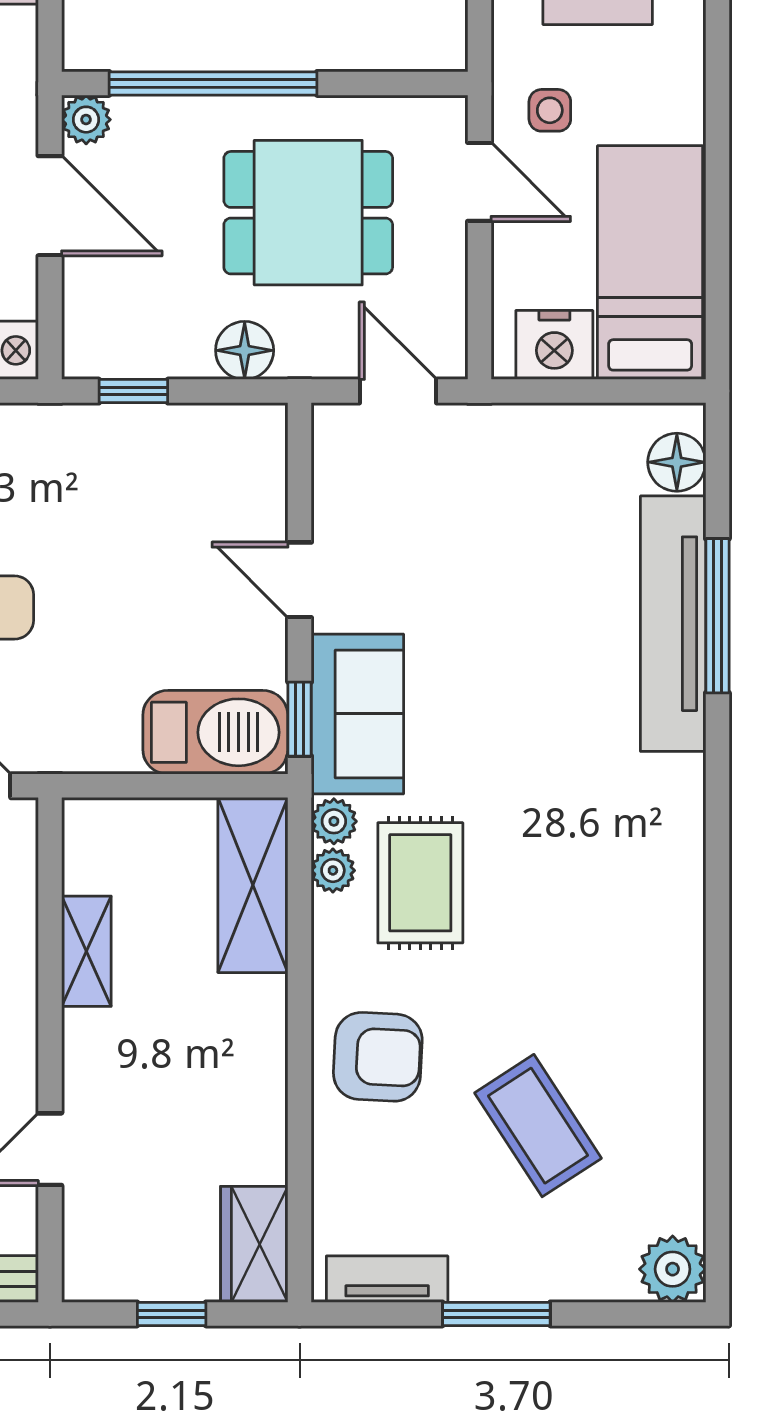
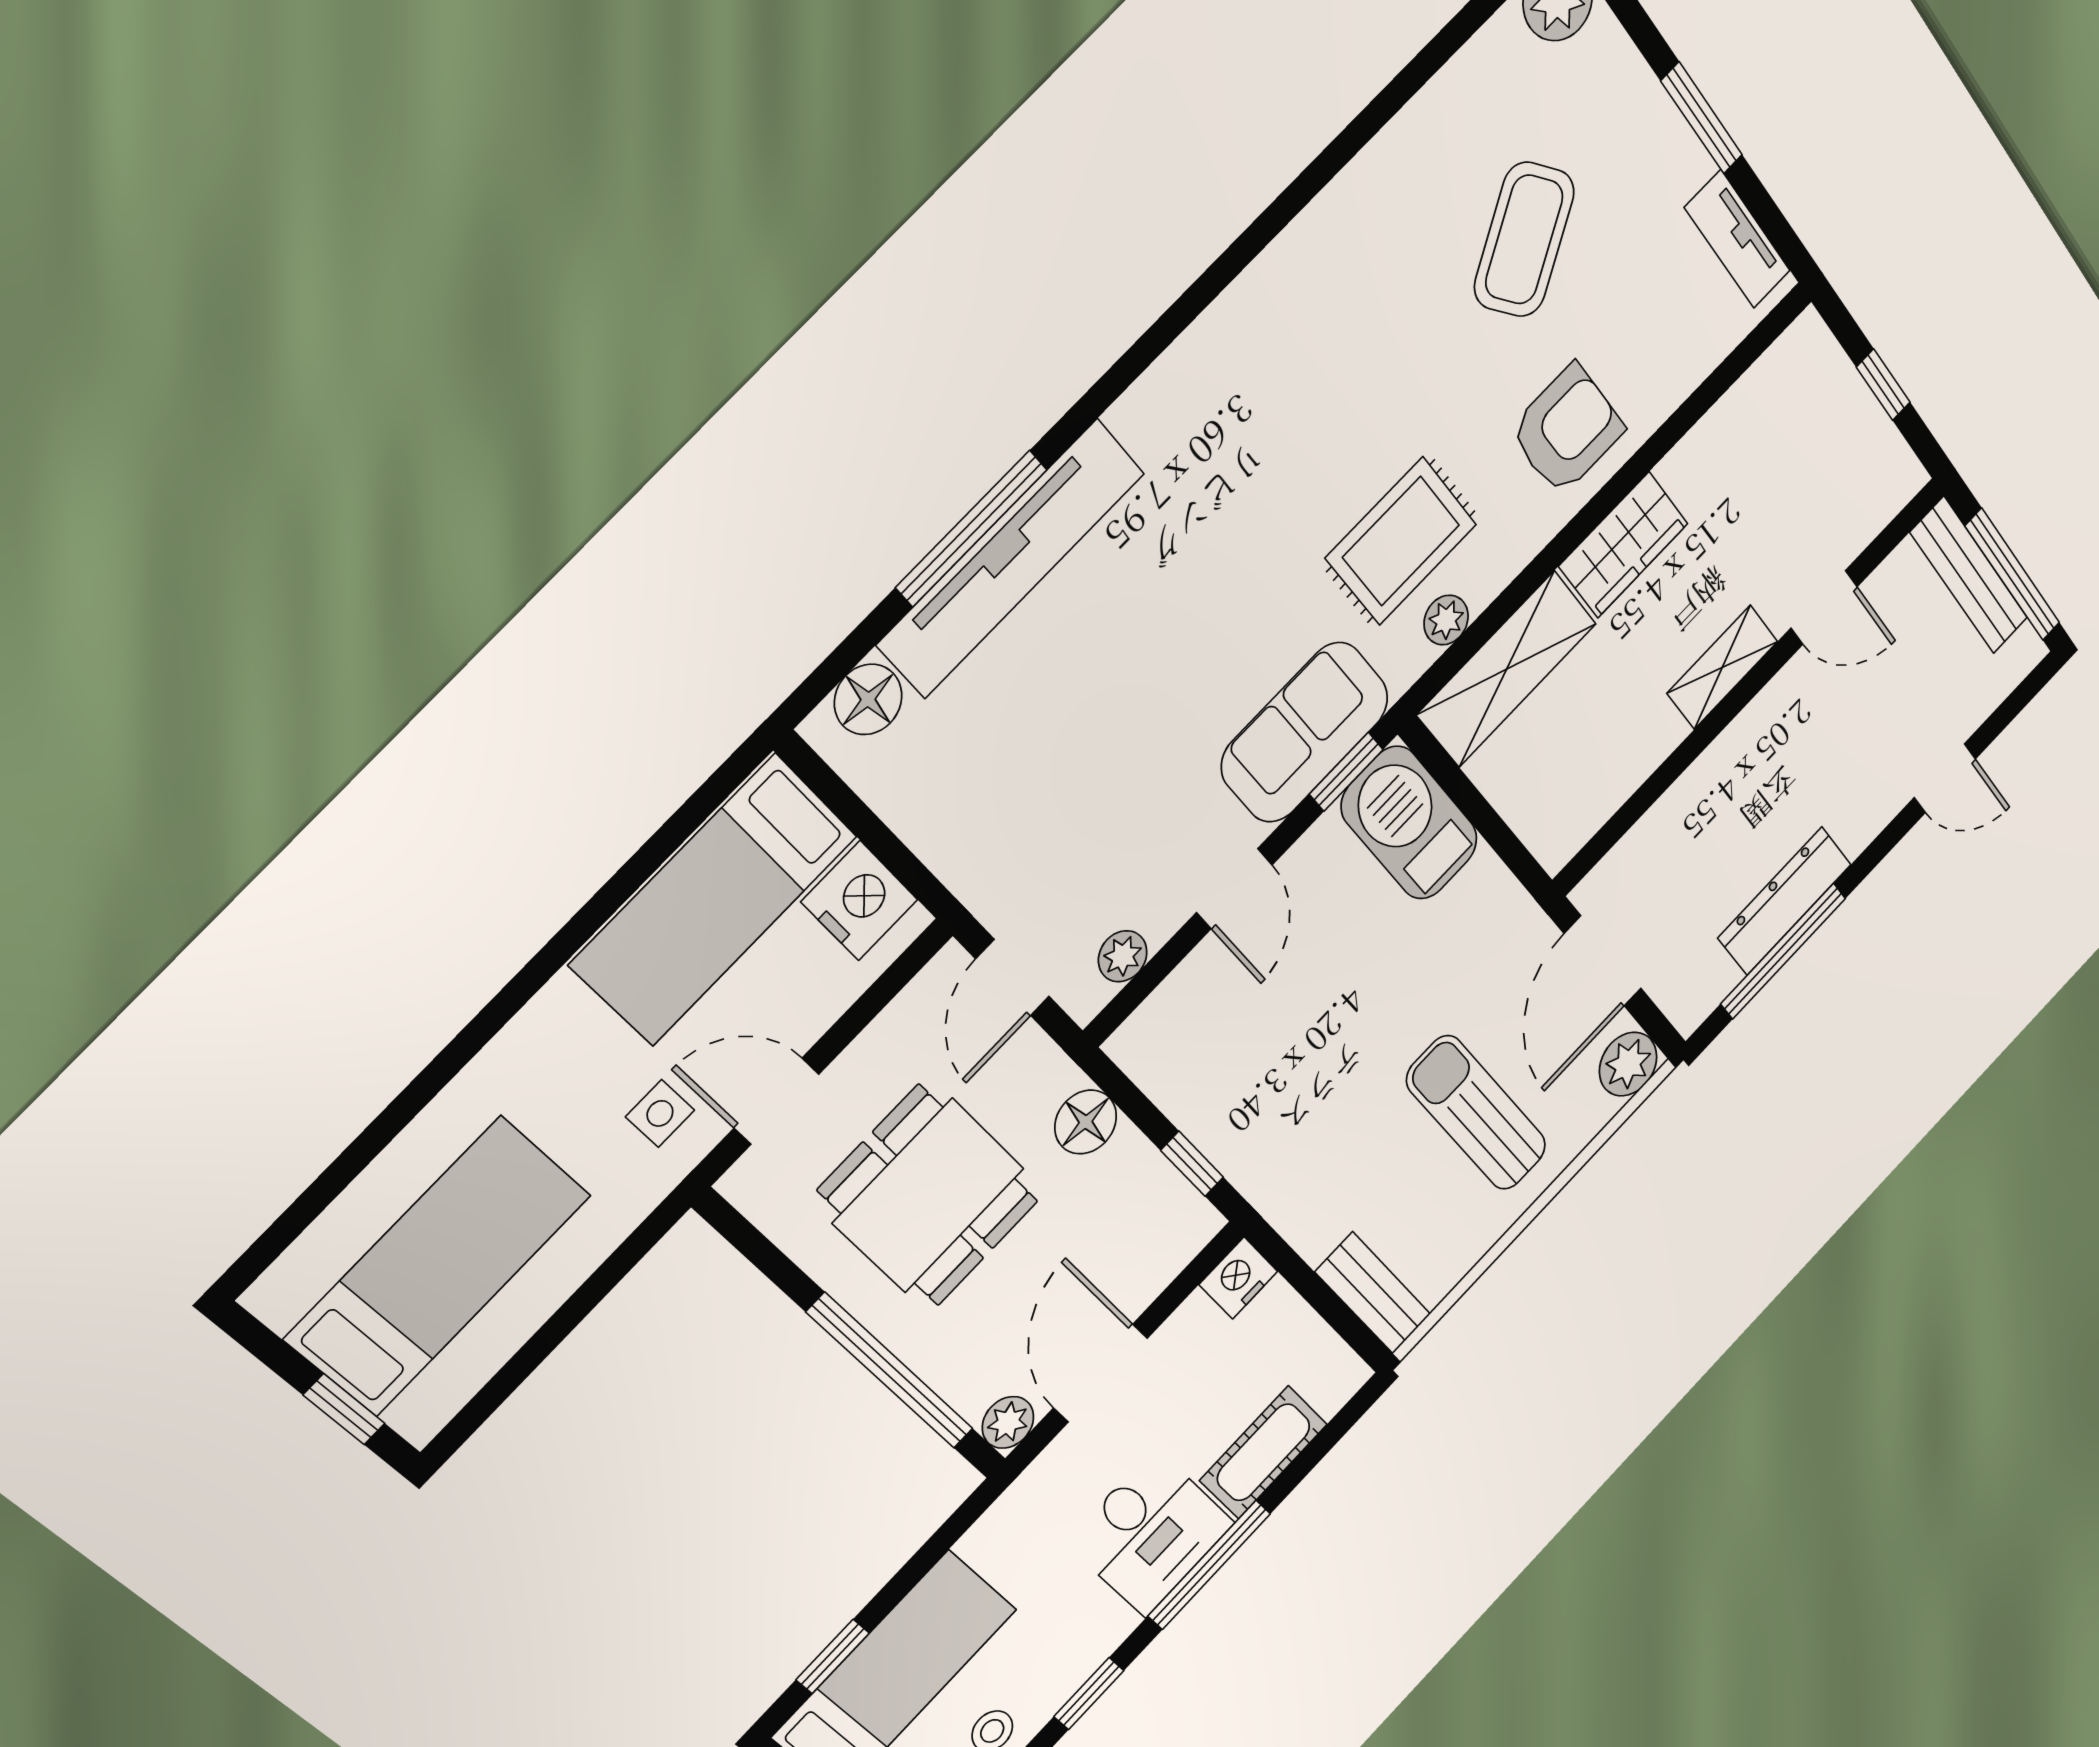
door: (479, 182) -> (776, 1101), hinge flipped
plant: (334, 821) -> (1123, 956), moved
shelving: (86, 951) -> (1722, 667), moved
armchair: (378, 1057) -> (1567, 430), turned 87
wardrobe: (254, 1244) -> (1623, 545), moved

